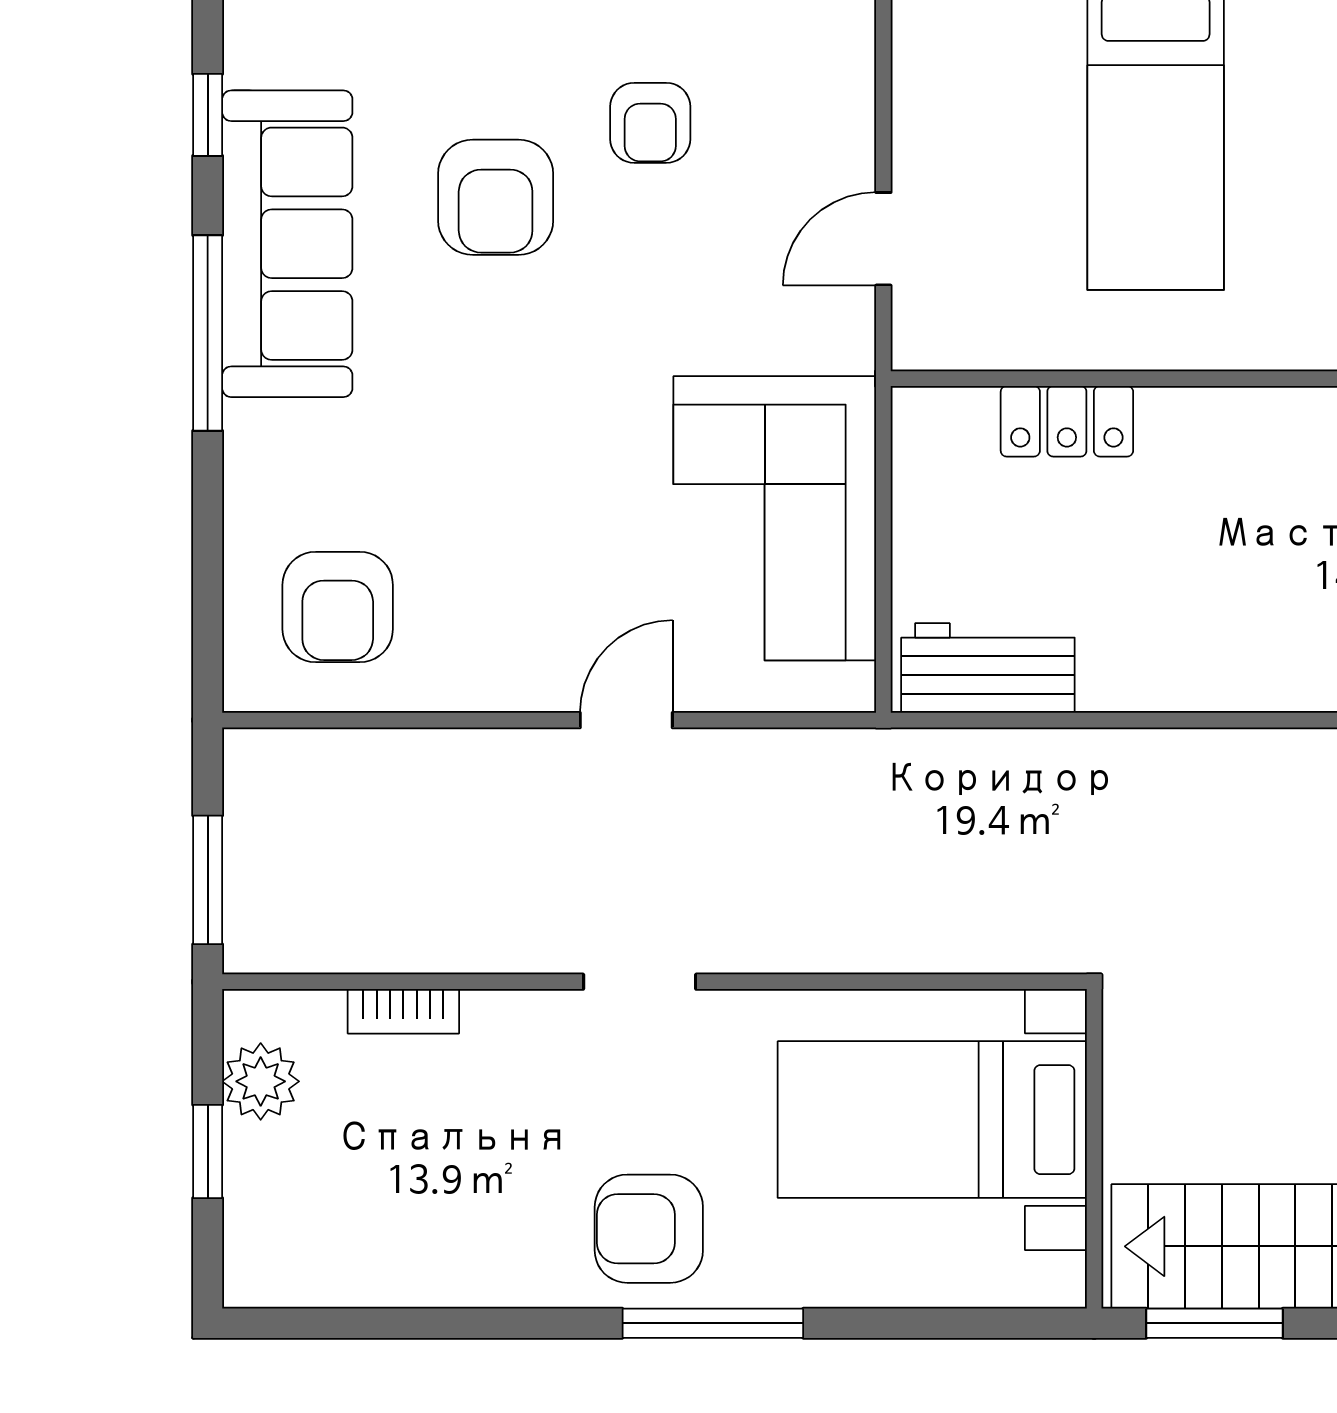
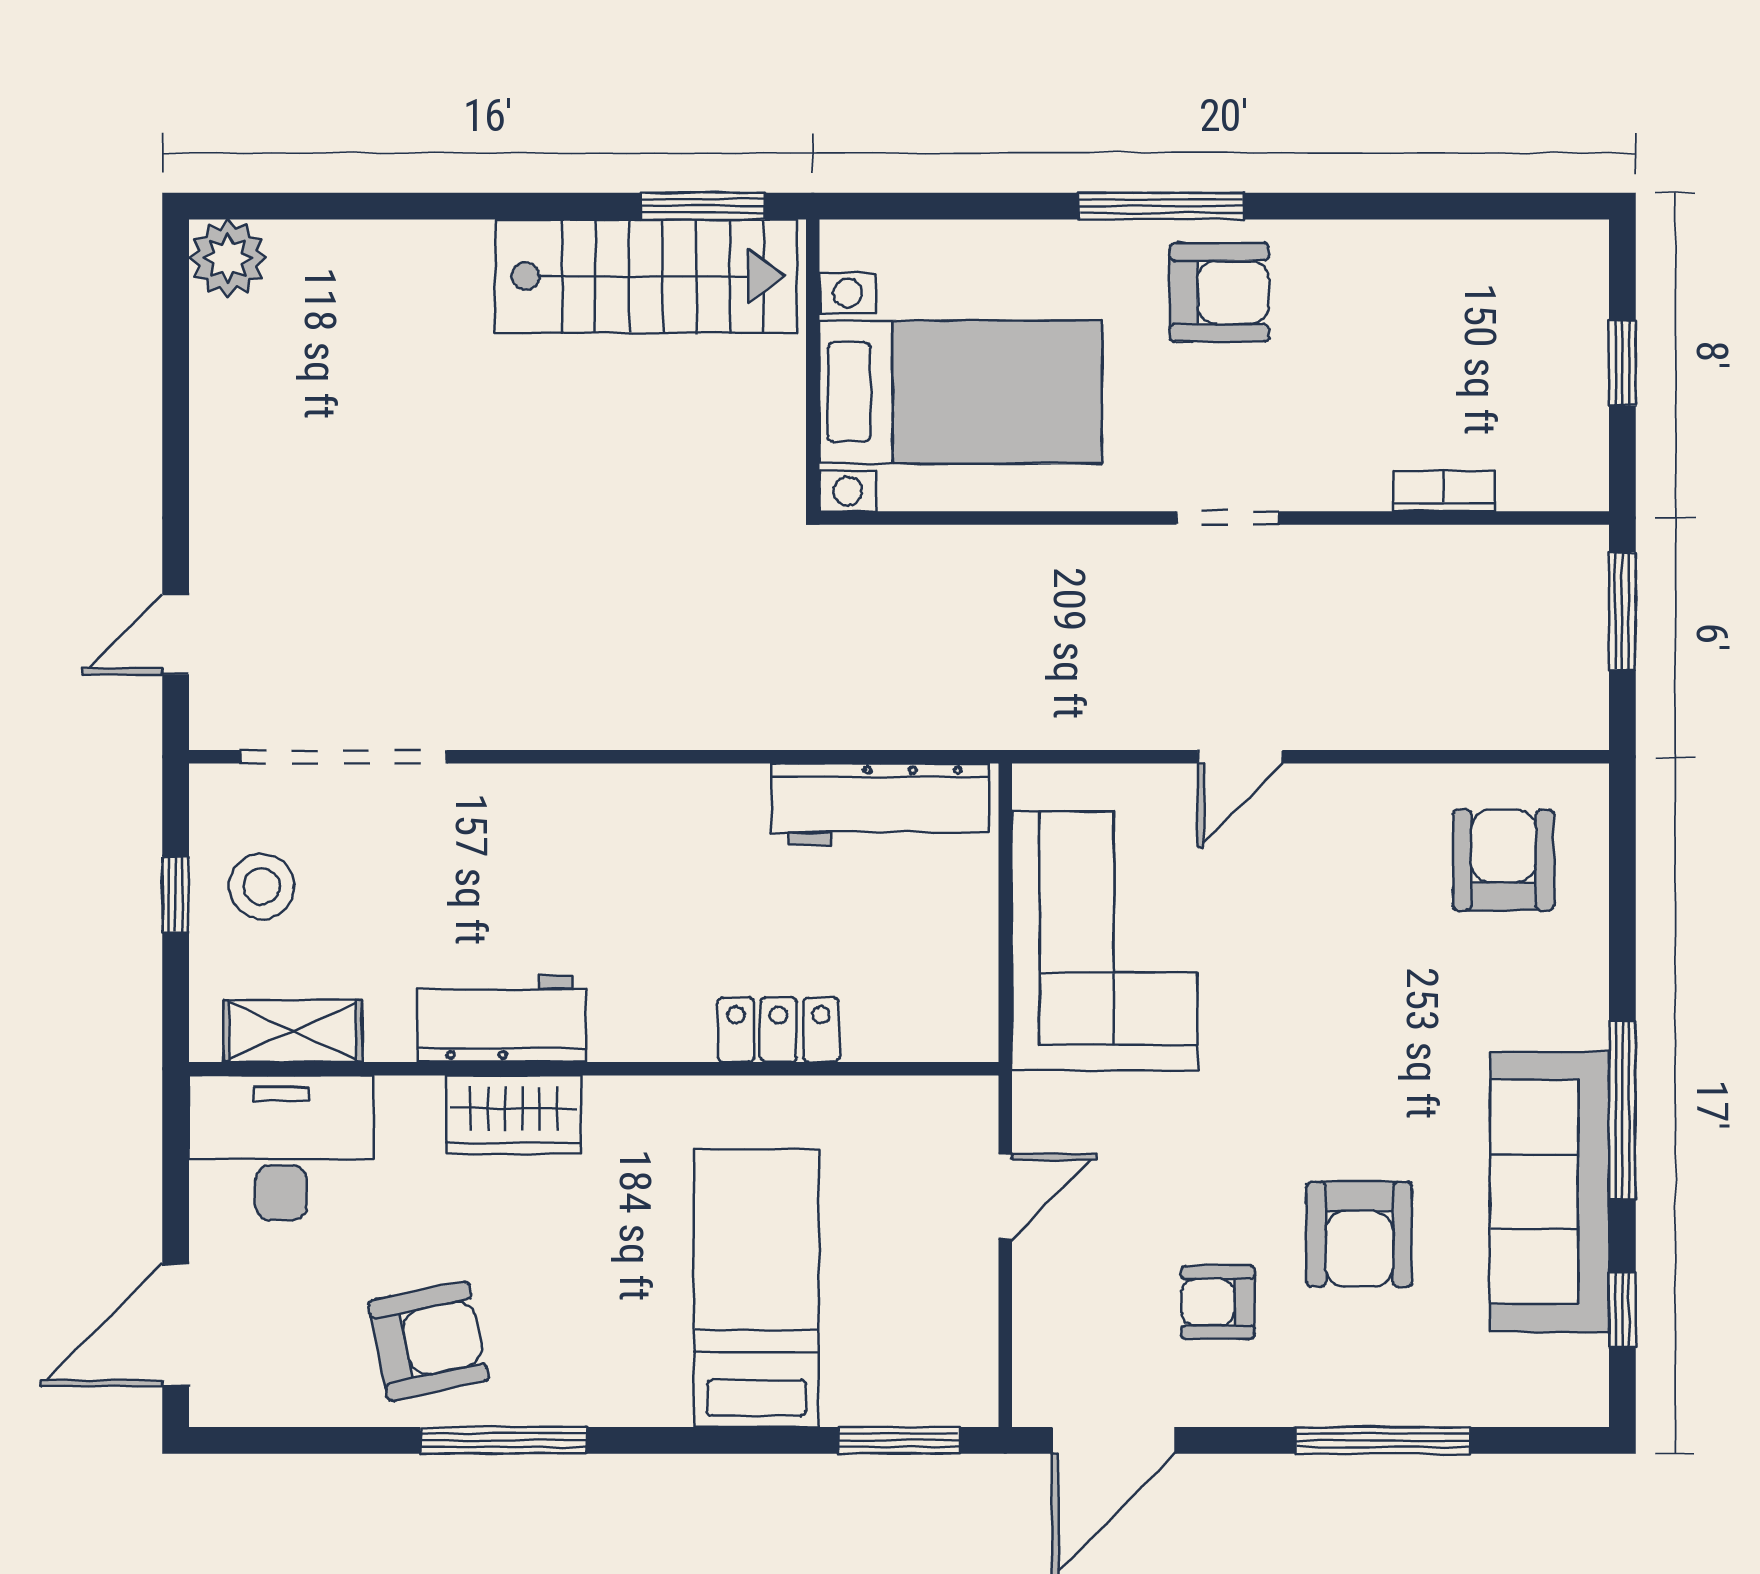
armchair: (650, 123) -> (1218, 1302), turned -90
armchair: (496, 197) -> (1359, 1234), turned 180
locker: (1067, 421) -> (779, 1030), moved
workbench: (988, 668) -> (880, 804), width x1.37
plant: (261, 1081) -> (1574, 427), removed

